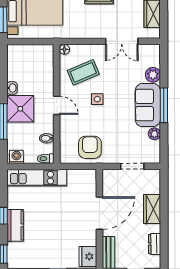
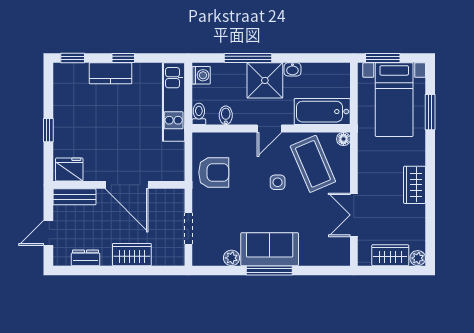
bathtub: (44, 65) -> (322, 112), added
coffee table: (83, 72) -> (313, 164), width x1.36, depth x1.32
plant: (153, 75) -> (310, 256), removed

